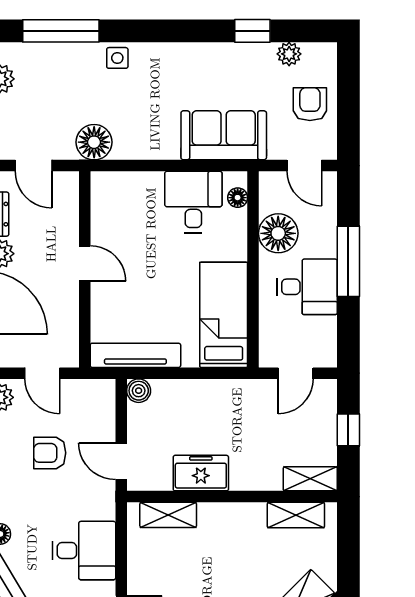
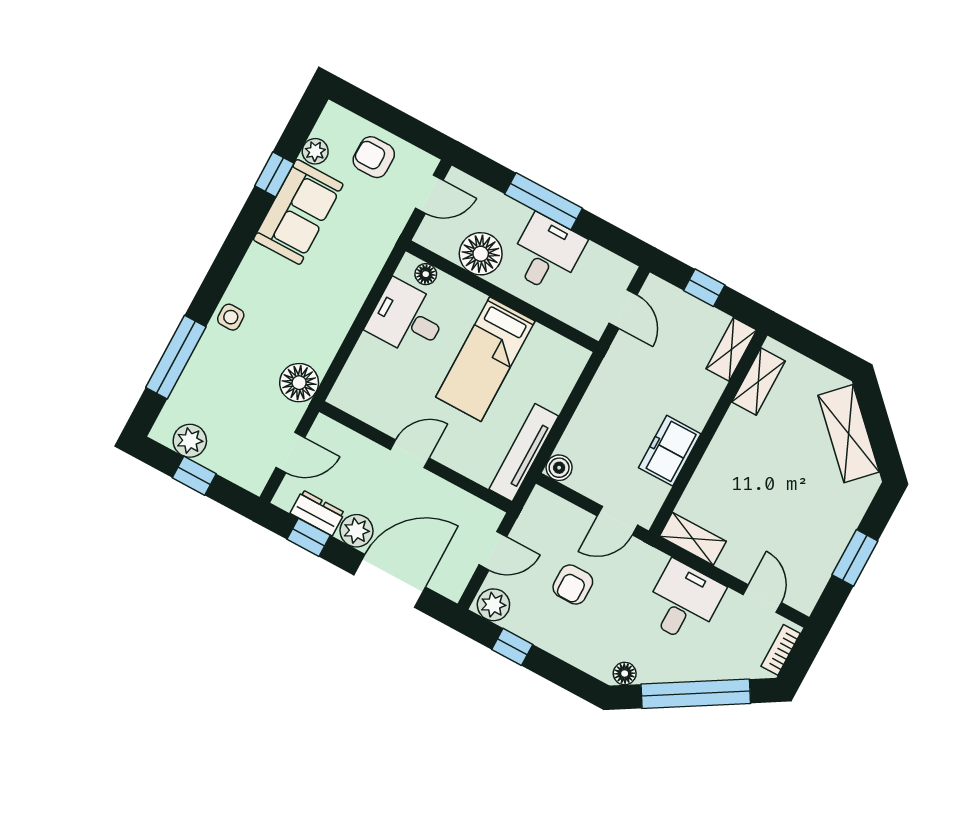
sofa: (224, 135) -> (298, 212), moved, turned 180
bed: (224, 315) -> (485, 359), moved, turned -90
shelving: (168, 515) -> (693, 539), moved, turned 90

